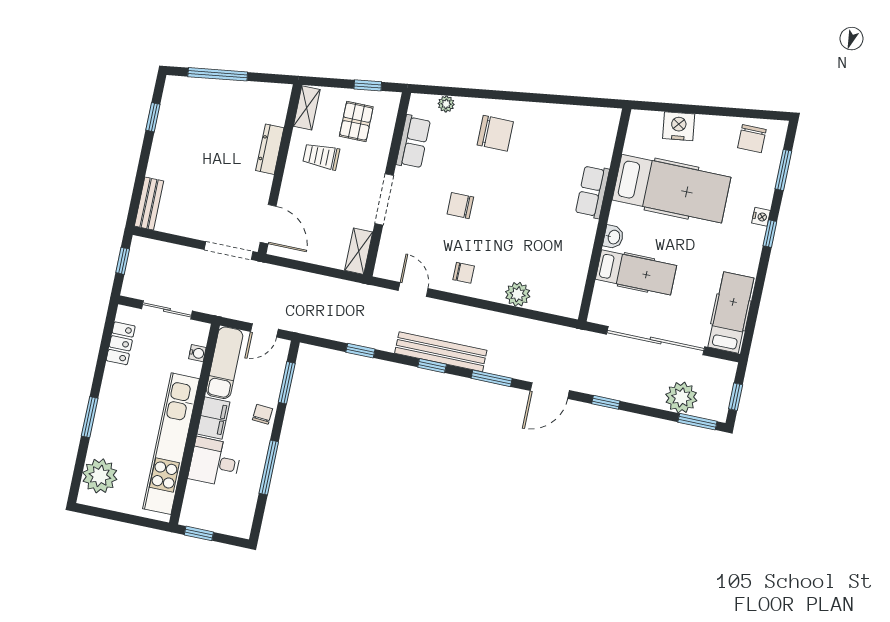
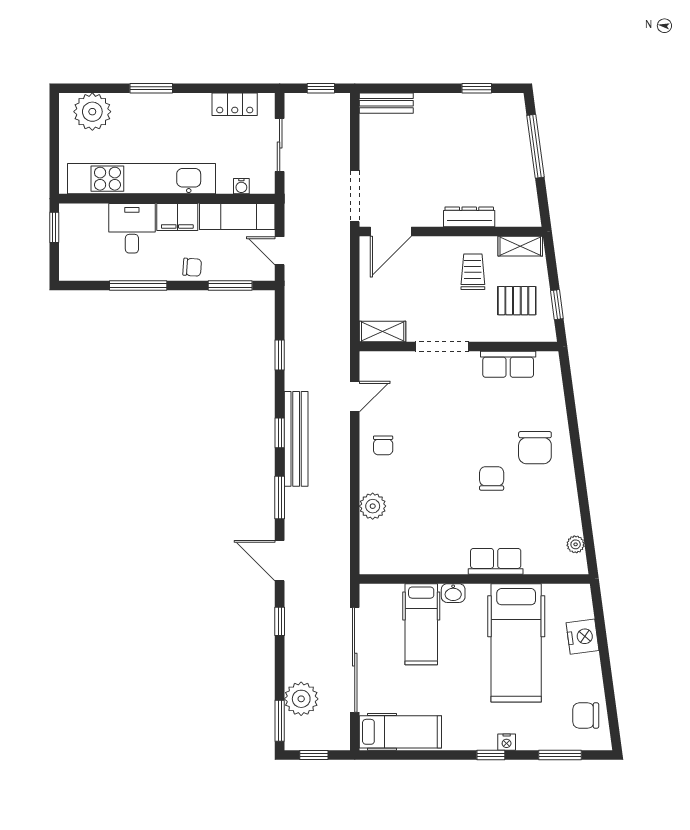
plant: (446, 104) -> (576, 544), moved
chair: (460, 206) -> (492, 478), moved

